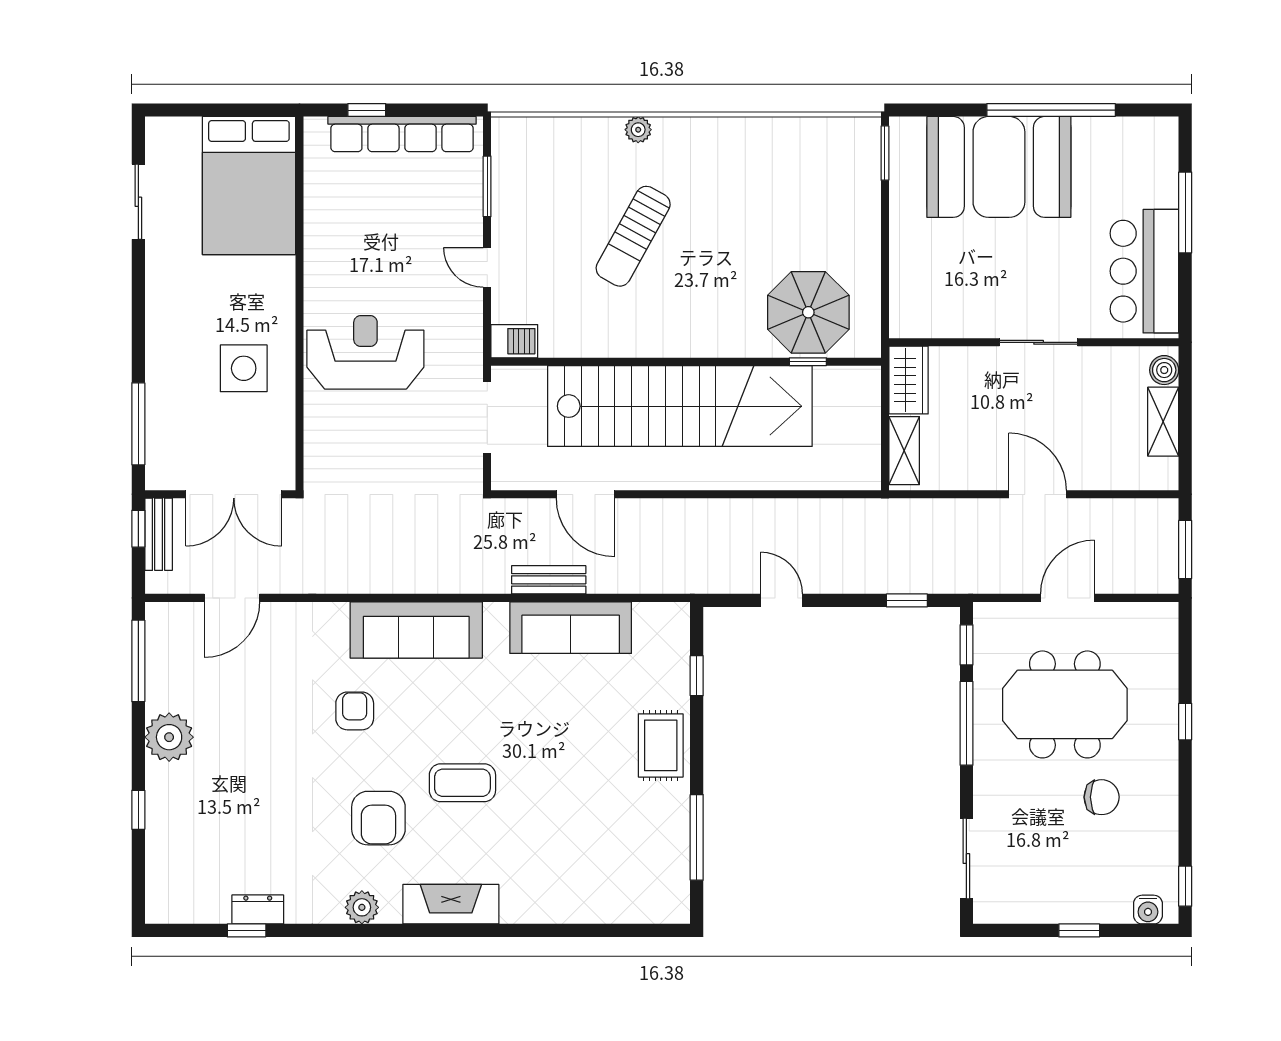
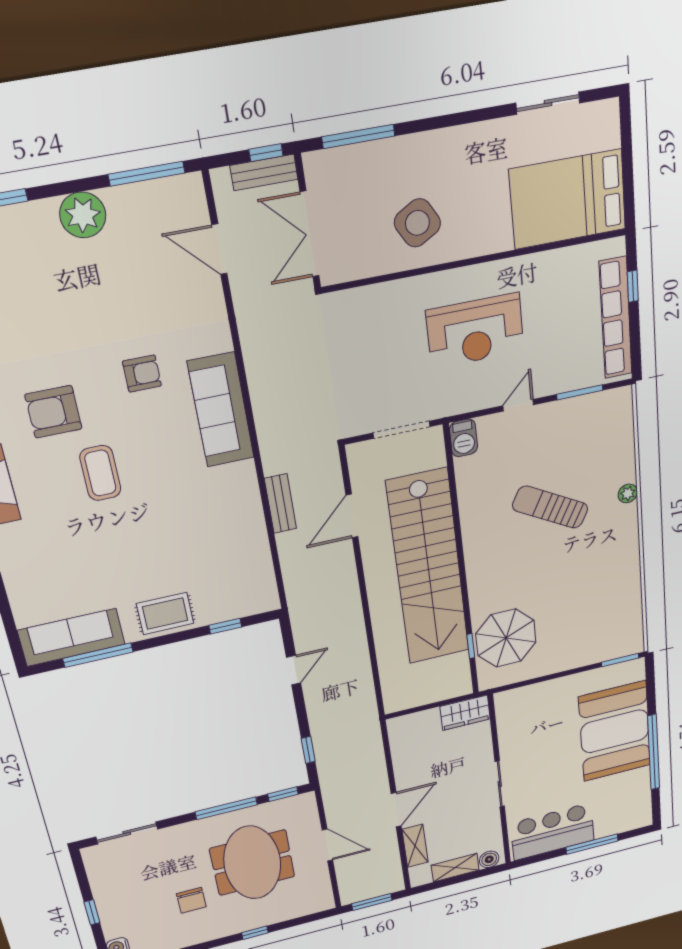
reception desk: (365, 352) -> (475, 331), moved, turned 90
side table: (244, 368) -> (417, 223), turned -30
shelving: (904, 451) -> (415, 846), moved, turned 90
sofa: (571, 628) -> (71, 637), moved, turned 90

